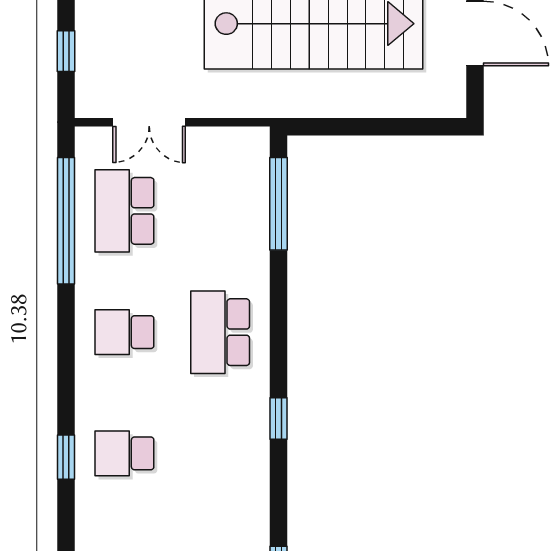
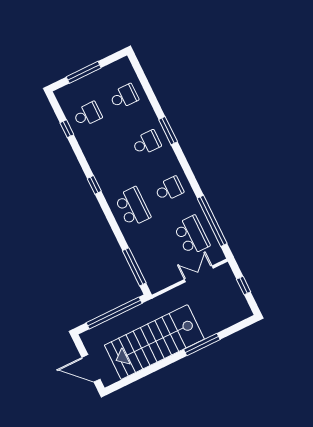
window: (369, 127) -> (114, 313), added
window: (66, 457) -> (168, 131), width x1.50

